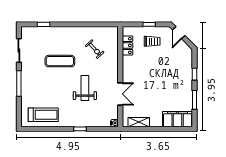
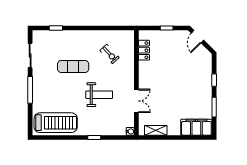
trolley: (152, 41) -> (170, 46), removed
weight bench: (85, 88) -> (99, 95), turned 90
treadmill: (43, 115) -> (56, 123), width x1.37, depth x1.38

